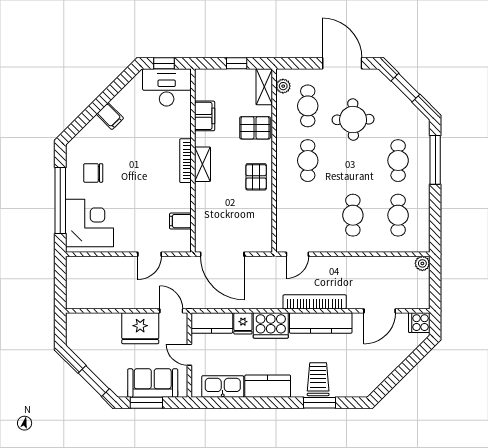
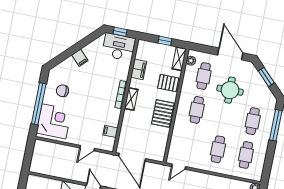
pallet: (256, 177) -> (163, 114), width x1.50, depth x1.42

